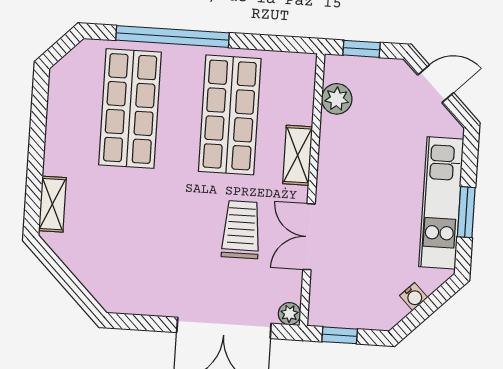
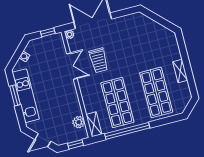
window: (172, 37) -> (127, 131), moved
shelving: (298, 155) -> (94, 124), moved
shelving: (52, 204) -> (180, 71), moved

